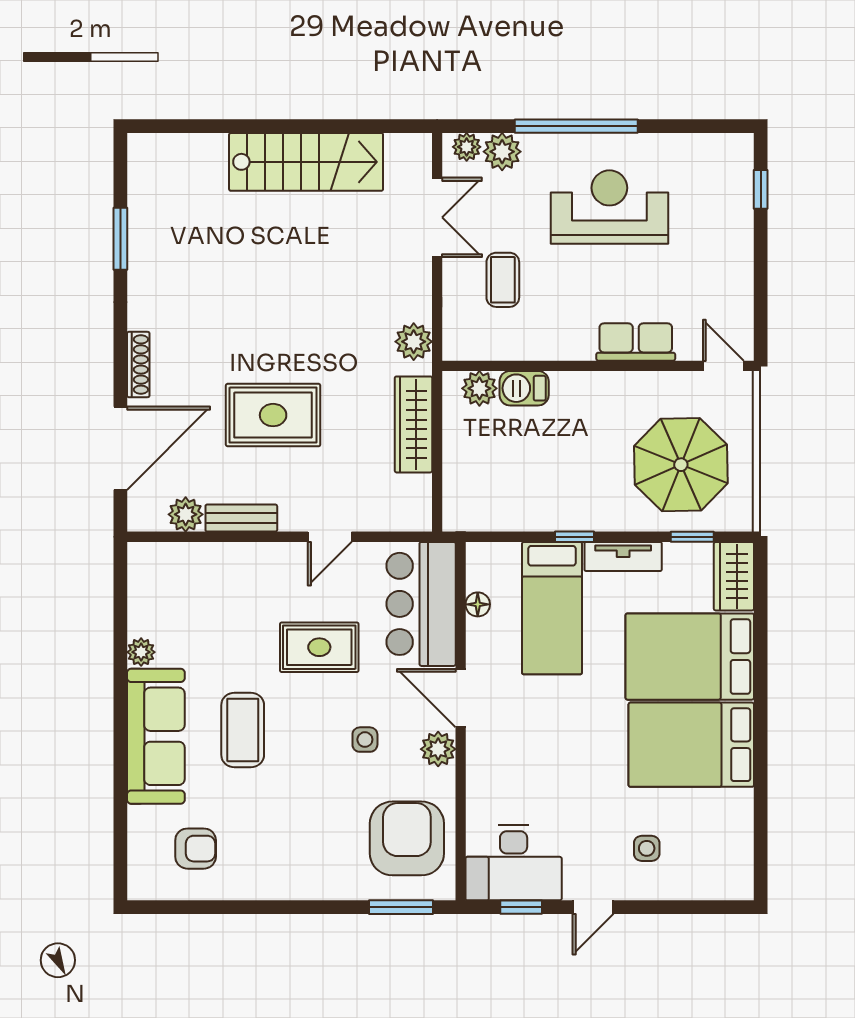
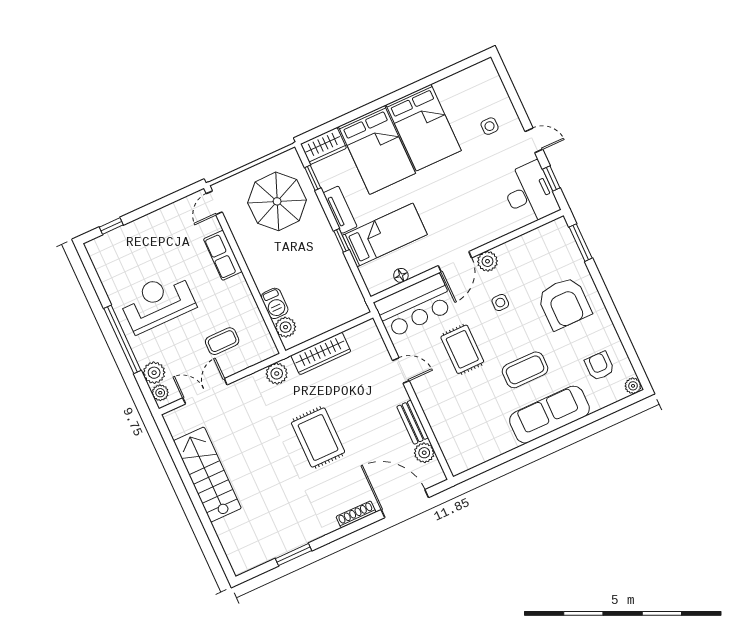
reception desk: (609, 207) -> (157, 302), turned 90
rug: (273, 415) -> (318, 438), moved
plant: (141, 652) -> (633, 386), moved
armchair: (407, 838) -> (564, 303), moved, turned -90

